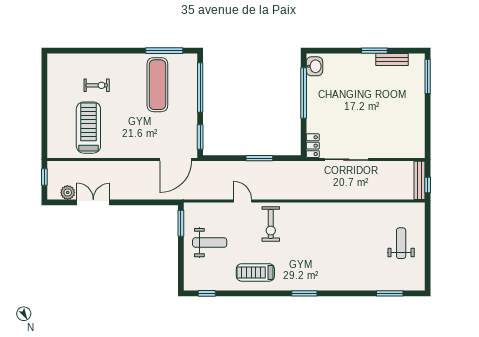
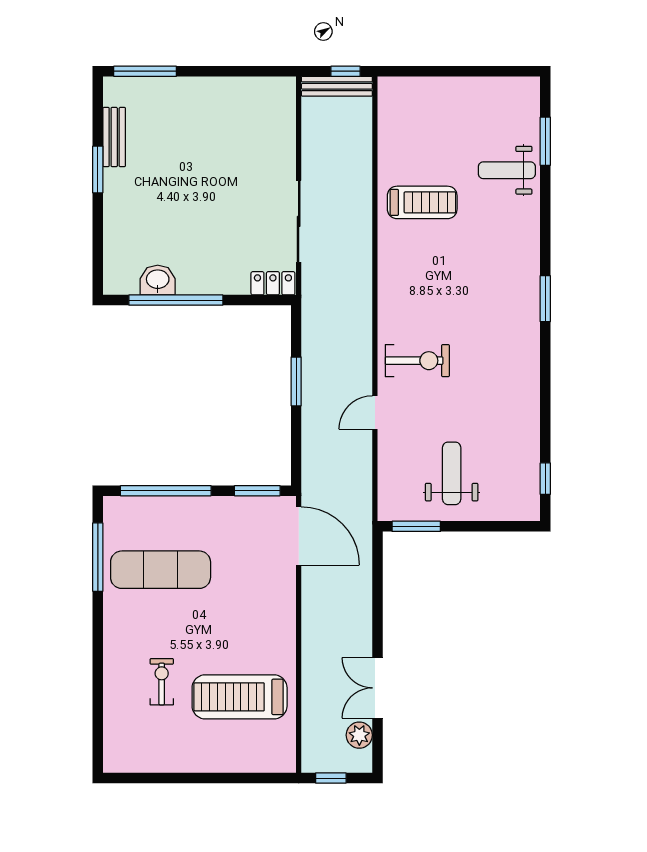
washbasin: (314, 66) -> (158, 280), moved
weight bench: (401, 243) -> (507, 170), moved
treadmill: (255, 272) -> (422, 202), moved, turned -90

